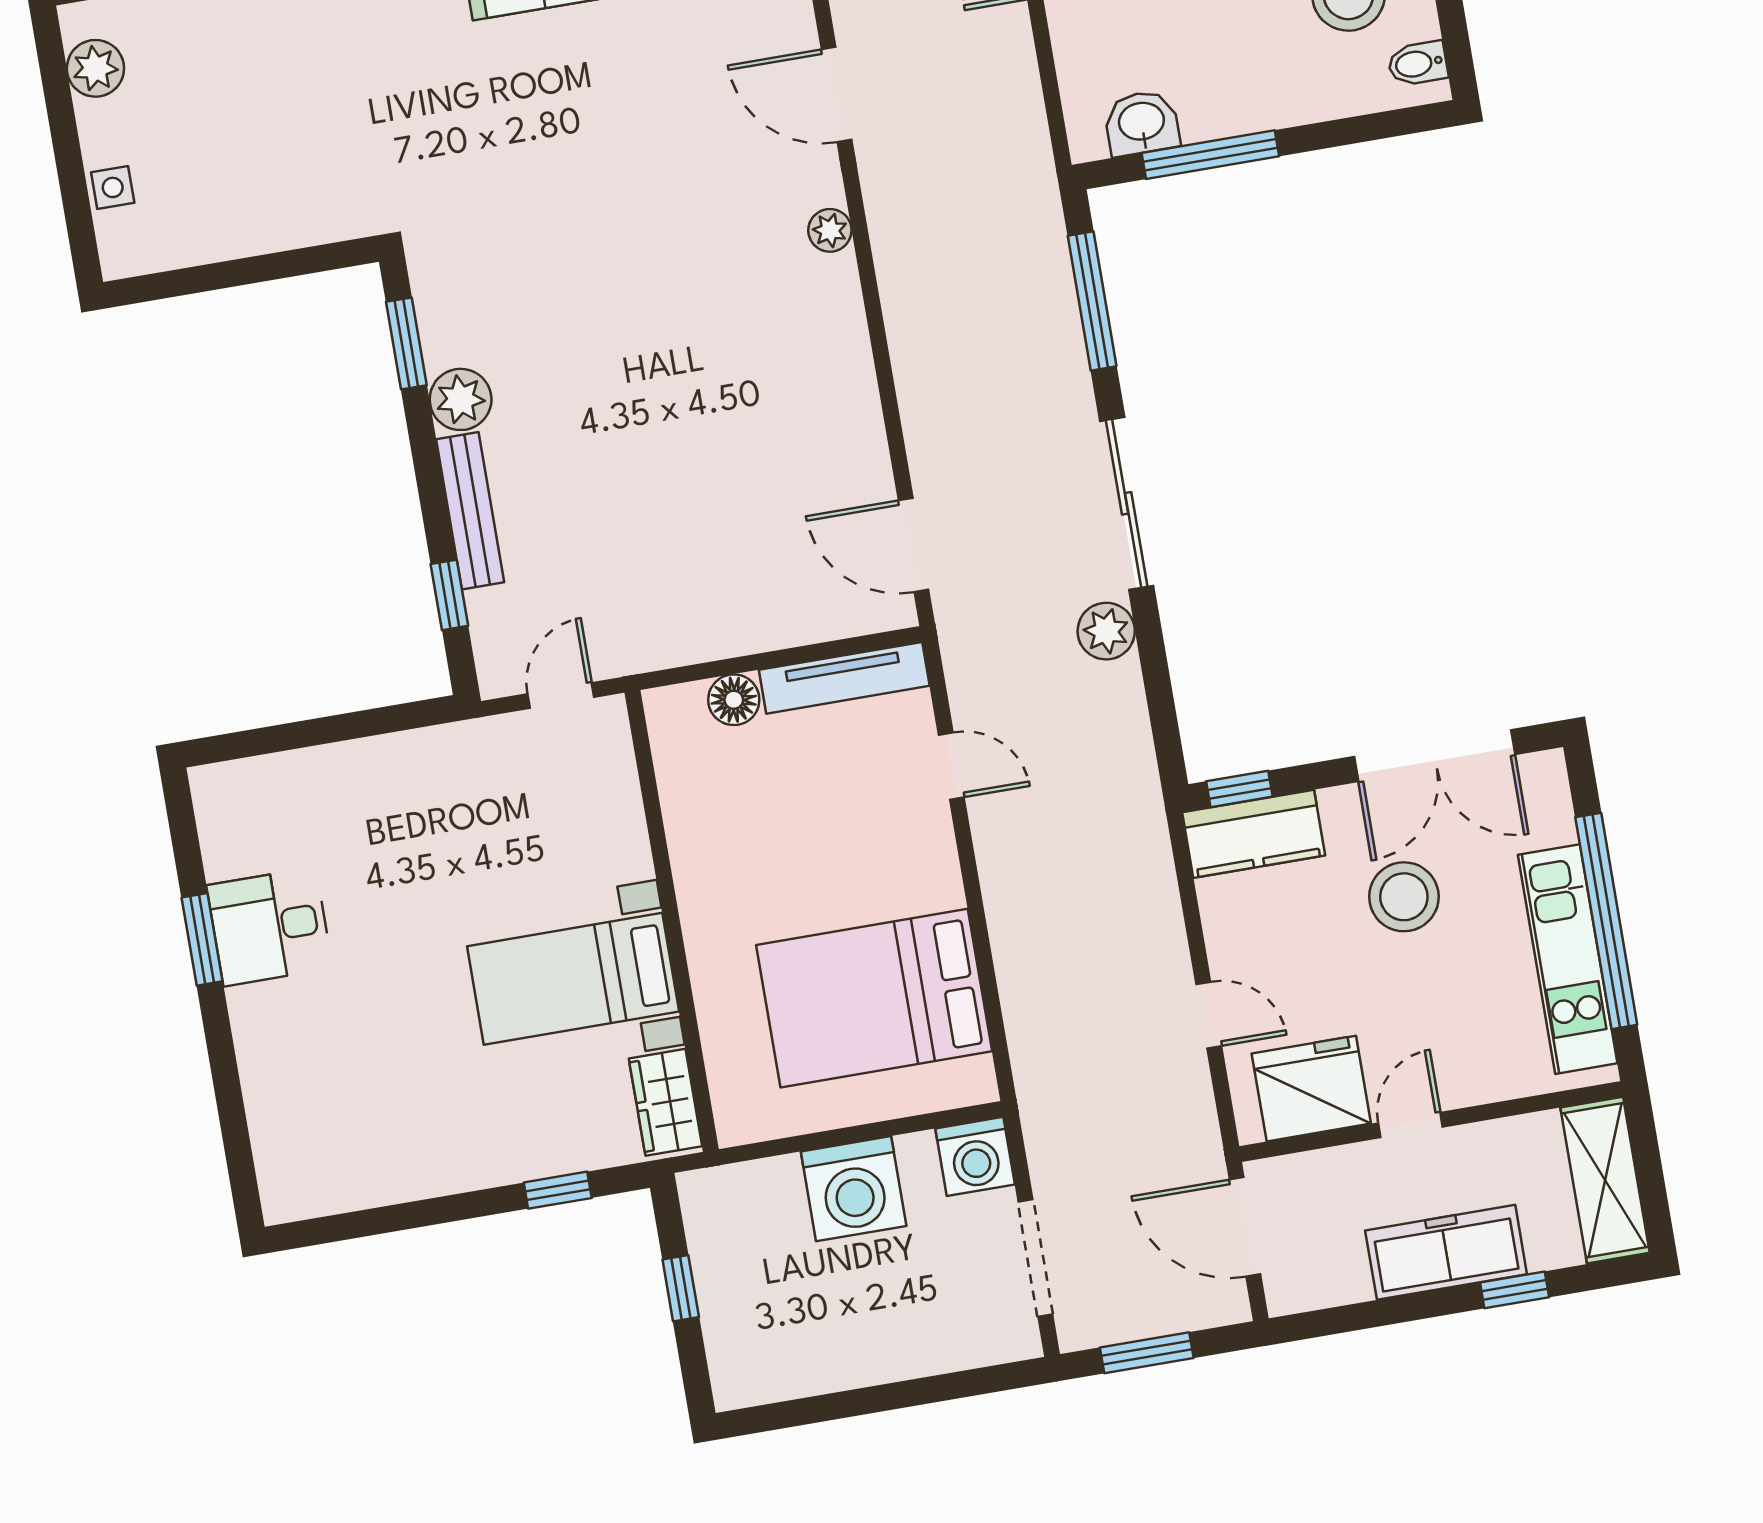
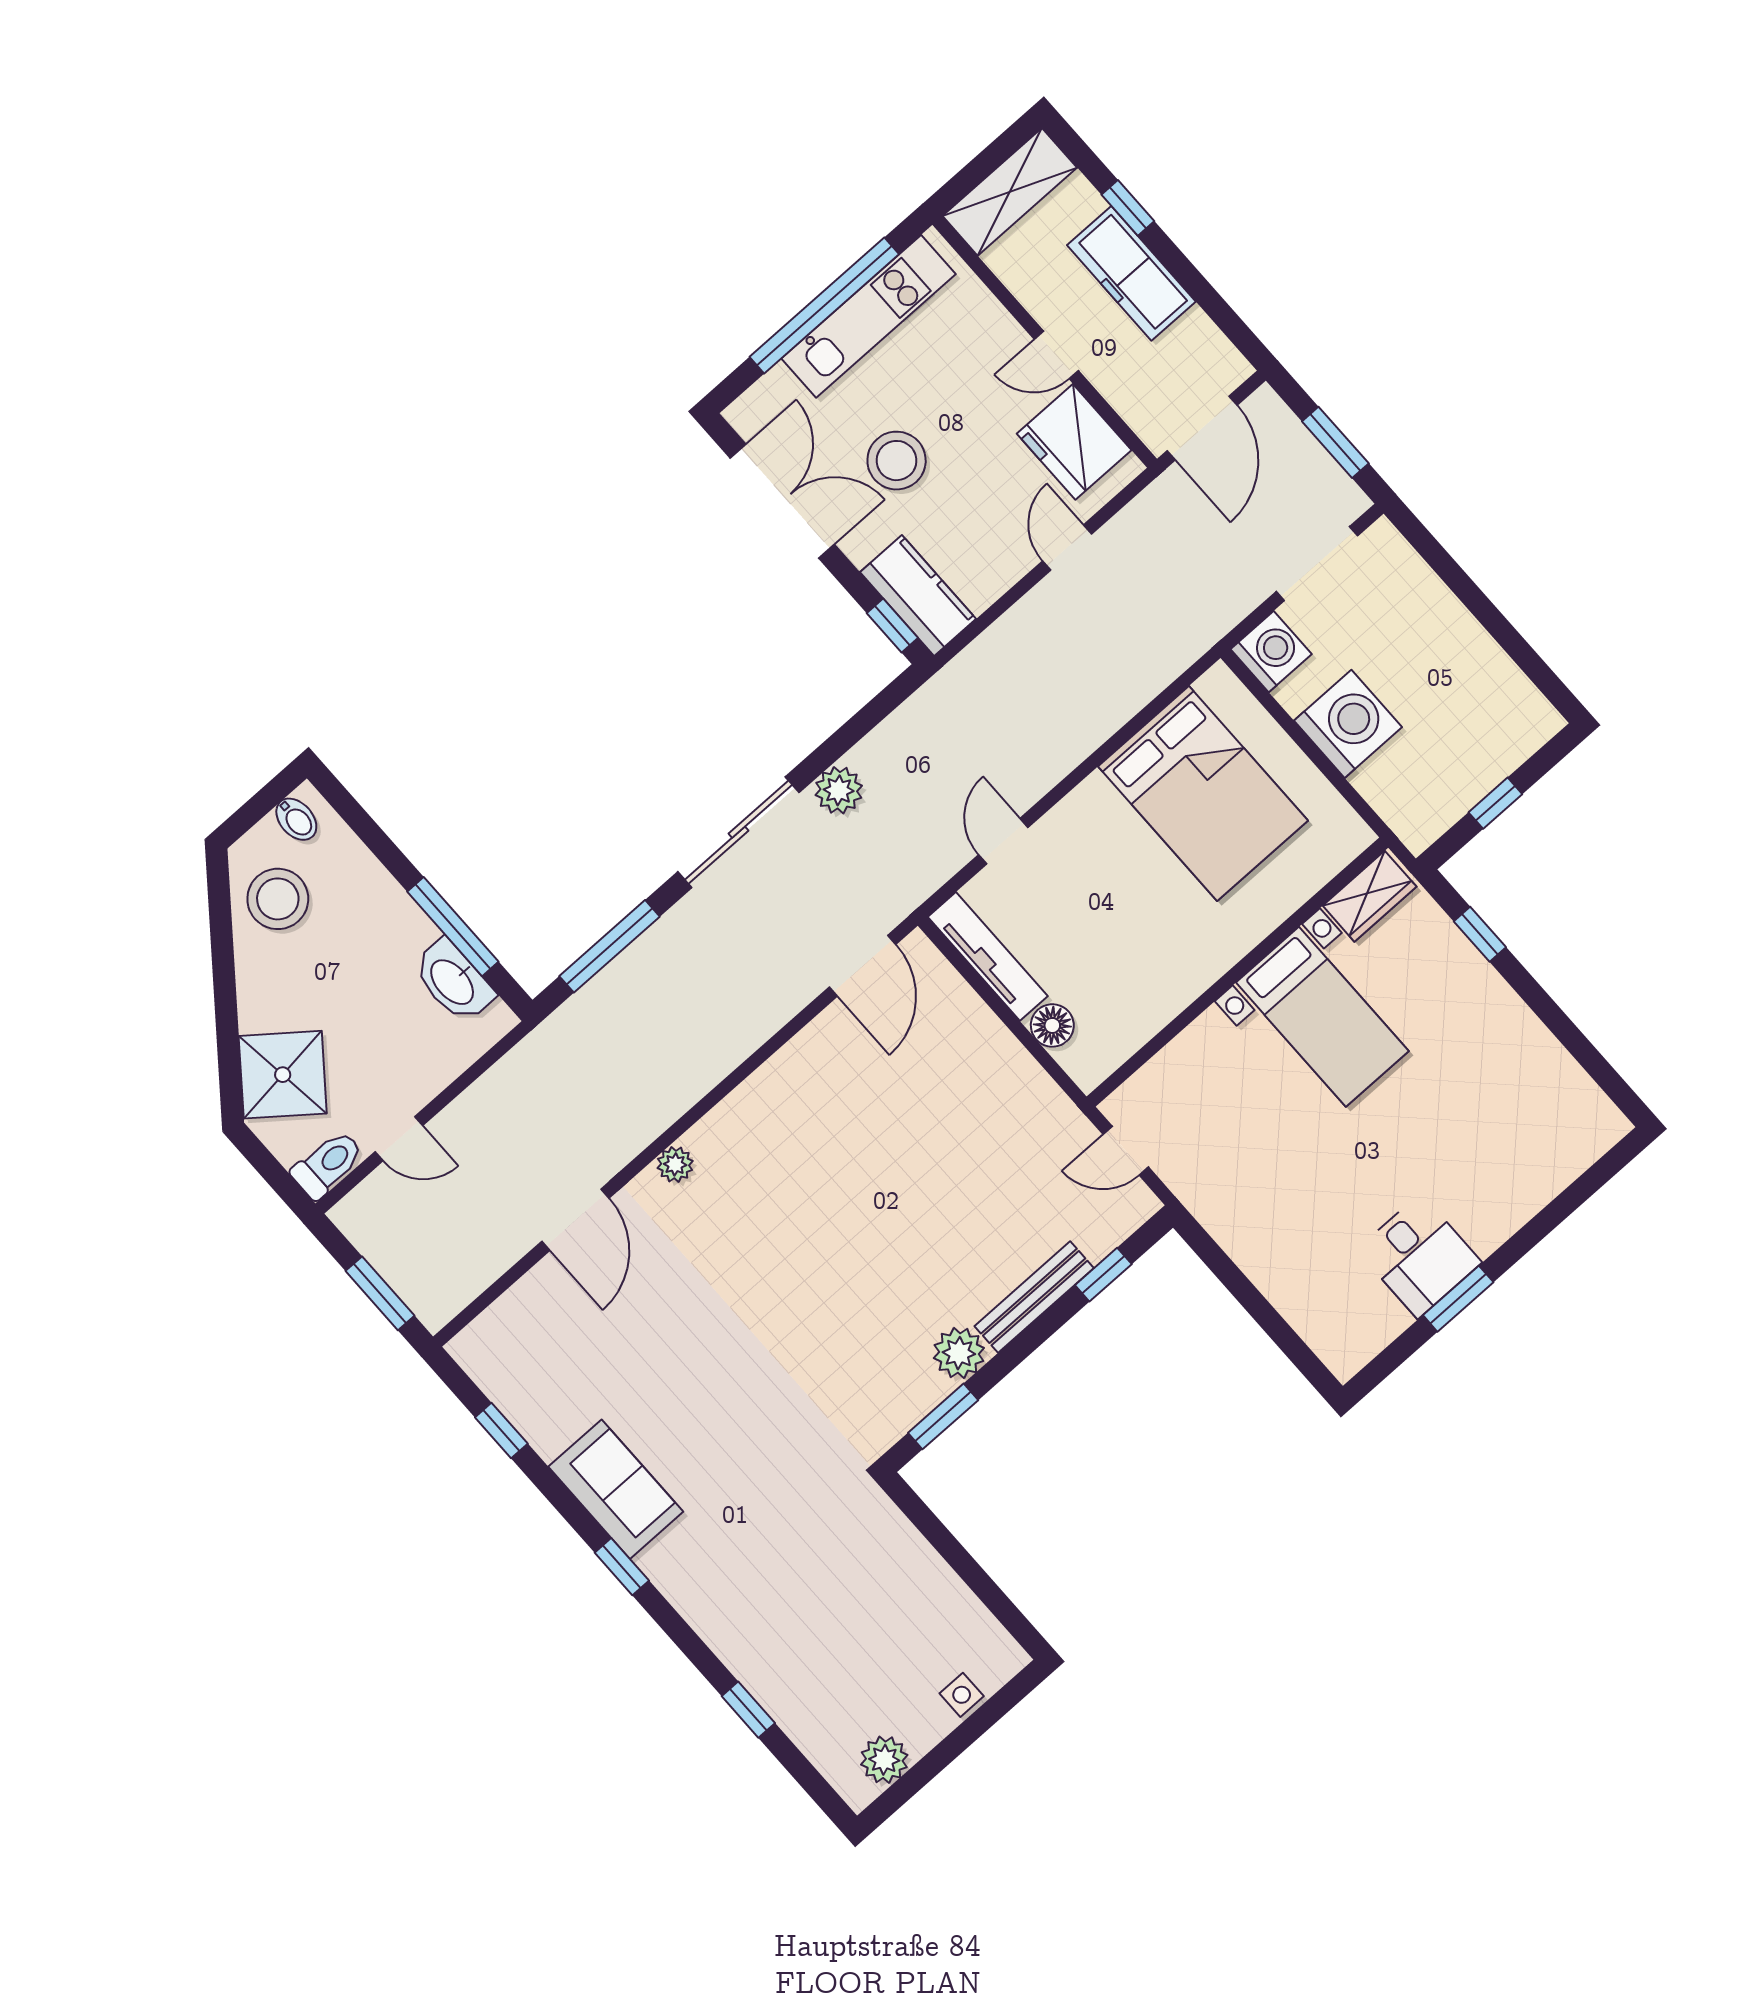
washbasin: (1142, 123) -> (453, 981), width x1.38

